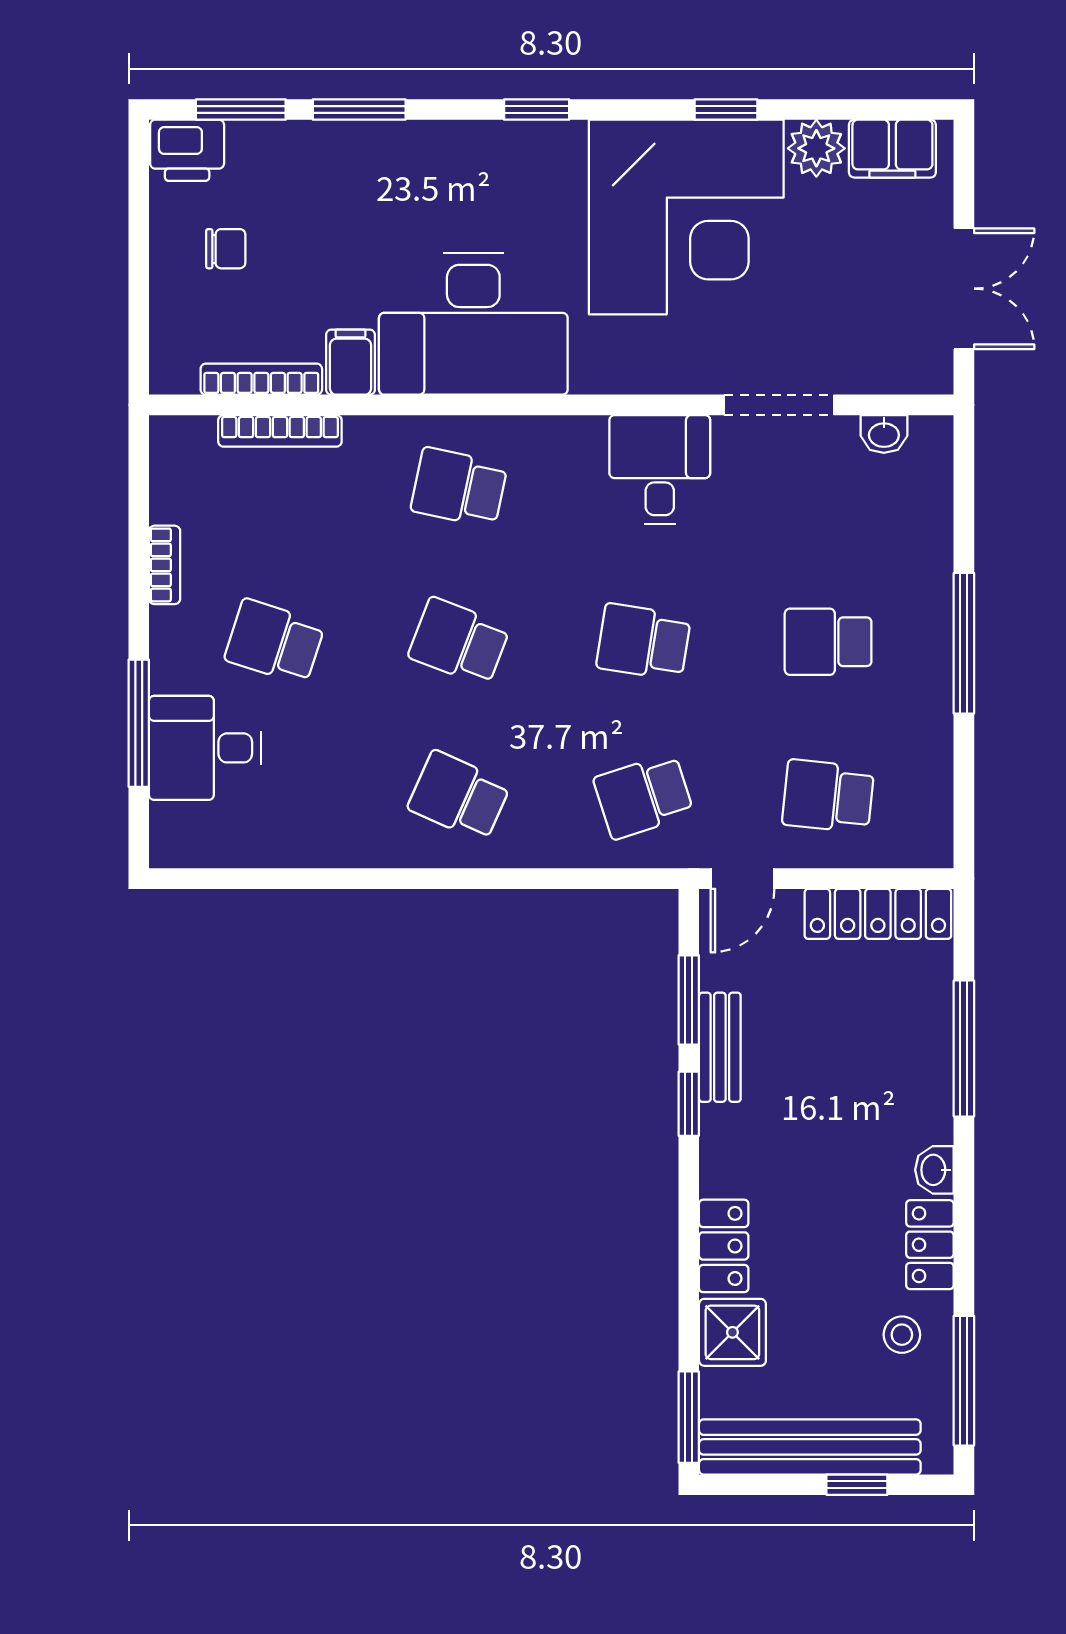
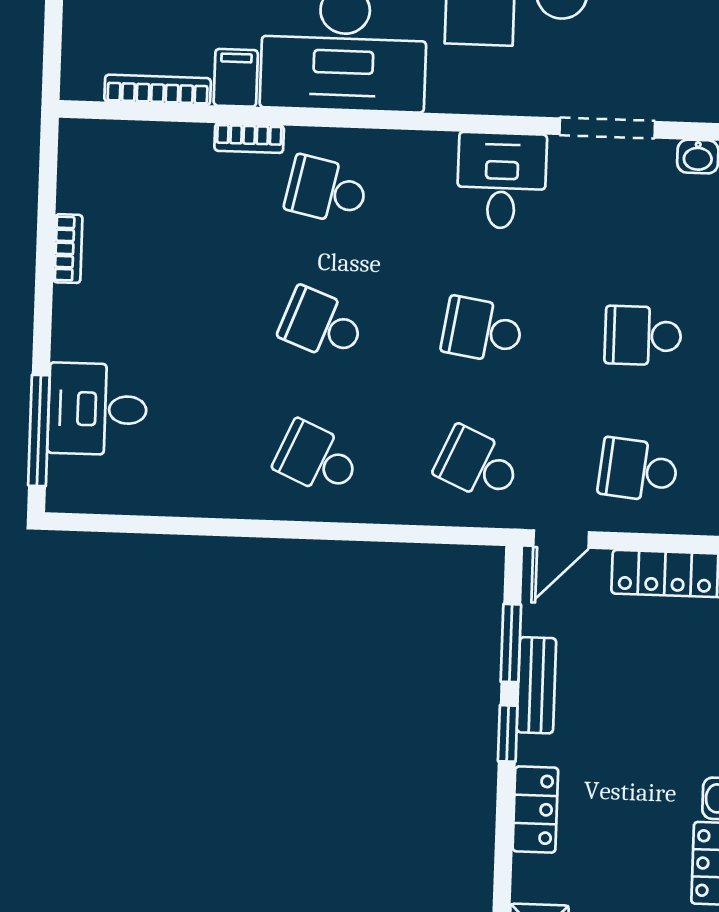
bookcase: (280, 431) -> (249, 138), moved, width x0.64
school desk: (275, 642) -> (161, 319), removed
window: (139, 723) -> (39, 430), moved
school desk: (644, 796) -> (478, 464), turned 42
locker: (724, 1246) -> (535, 809), moved

